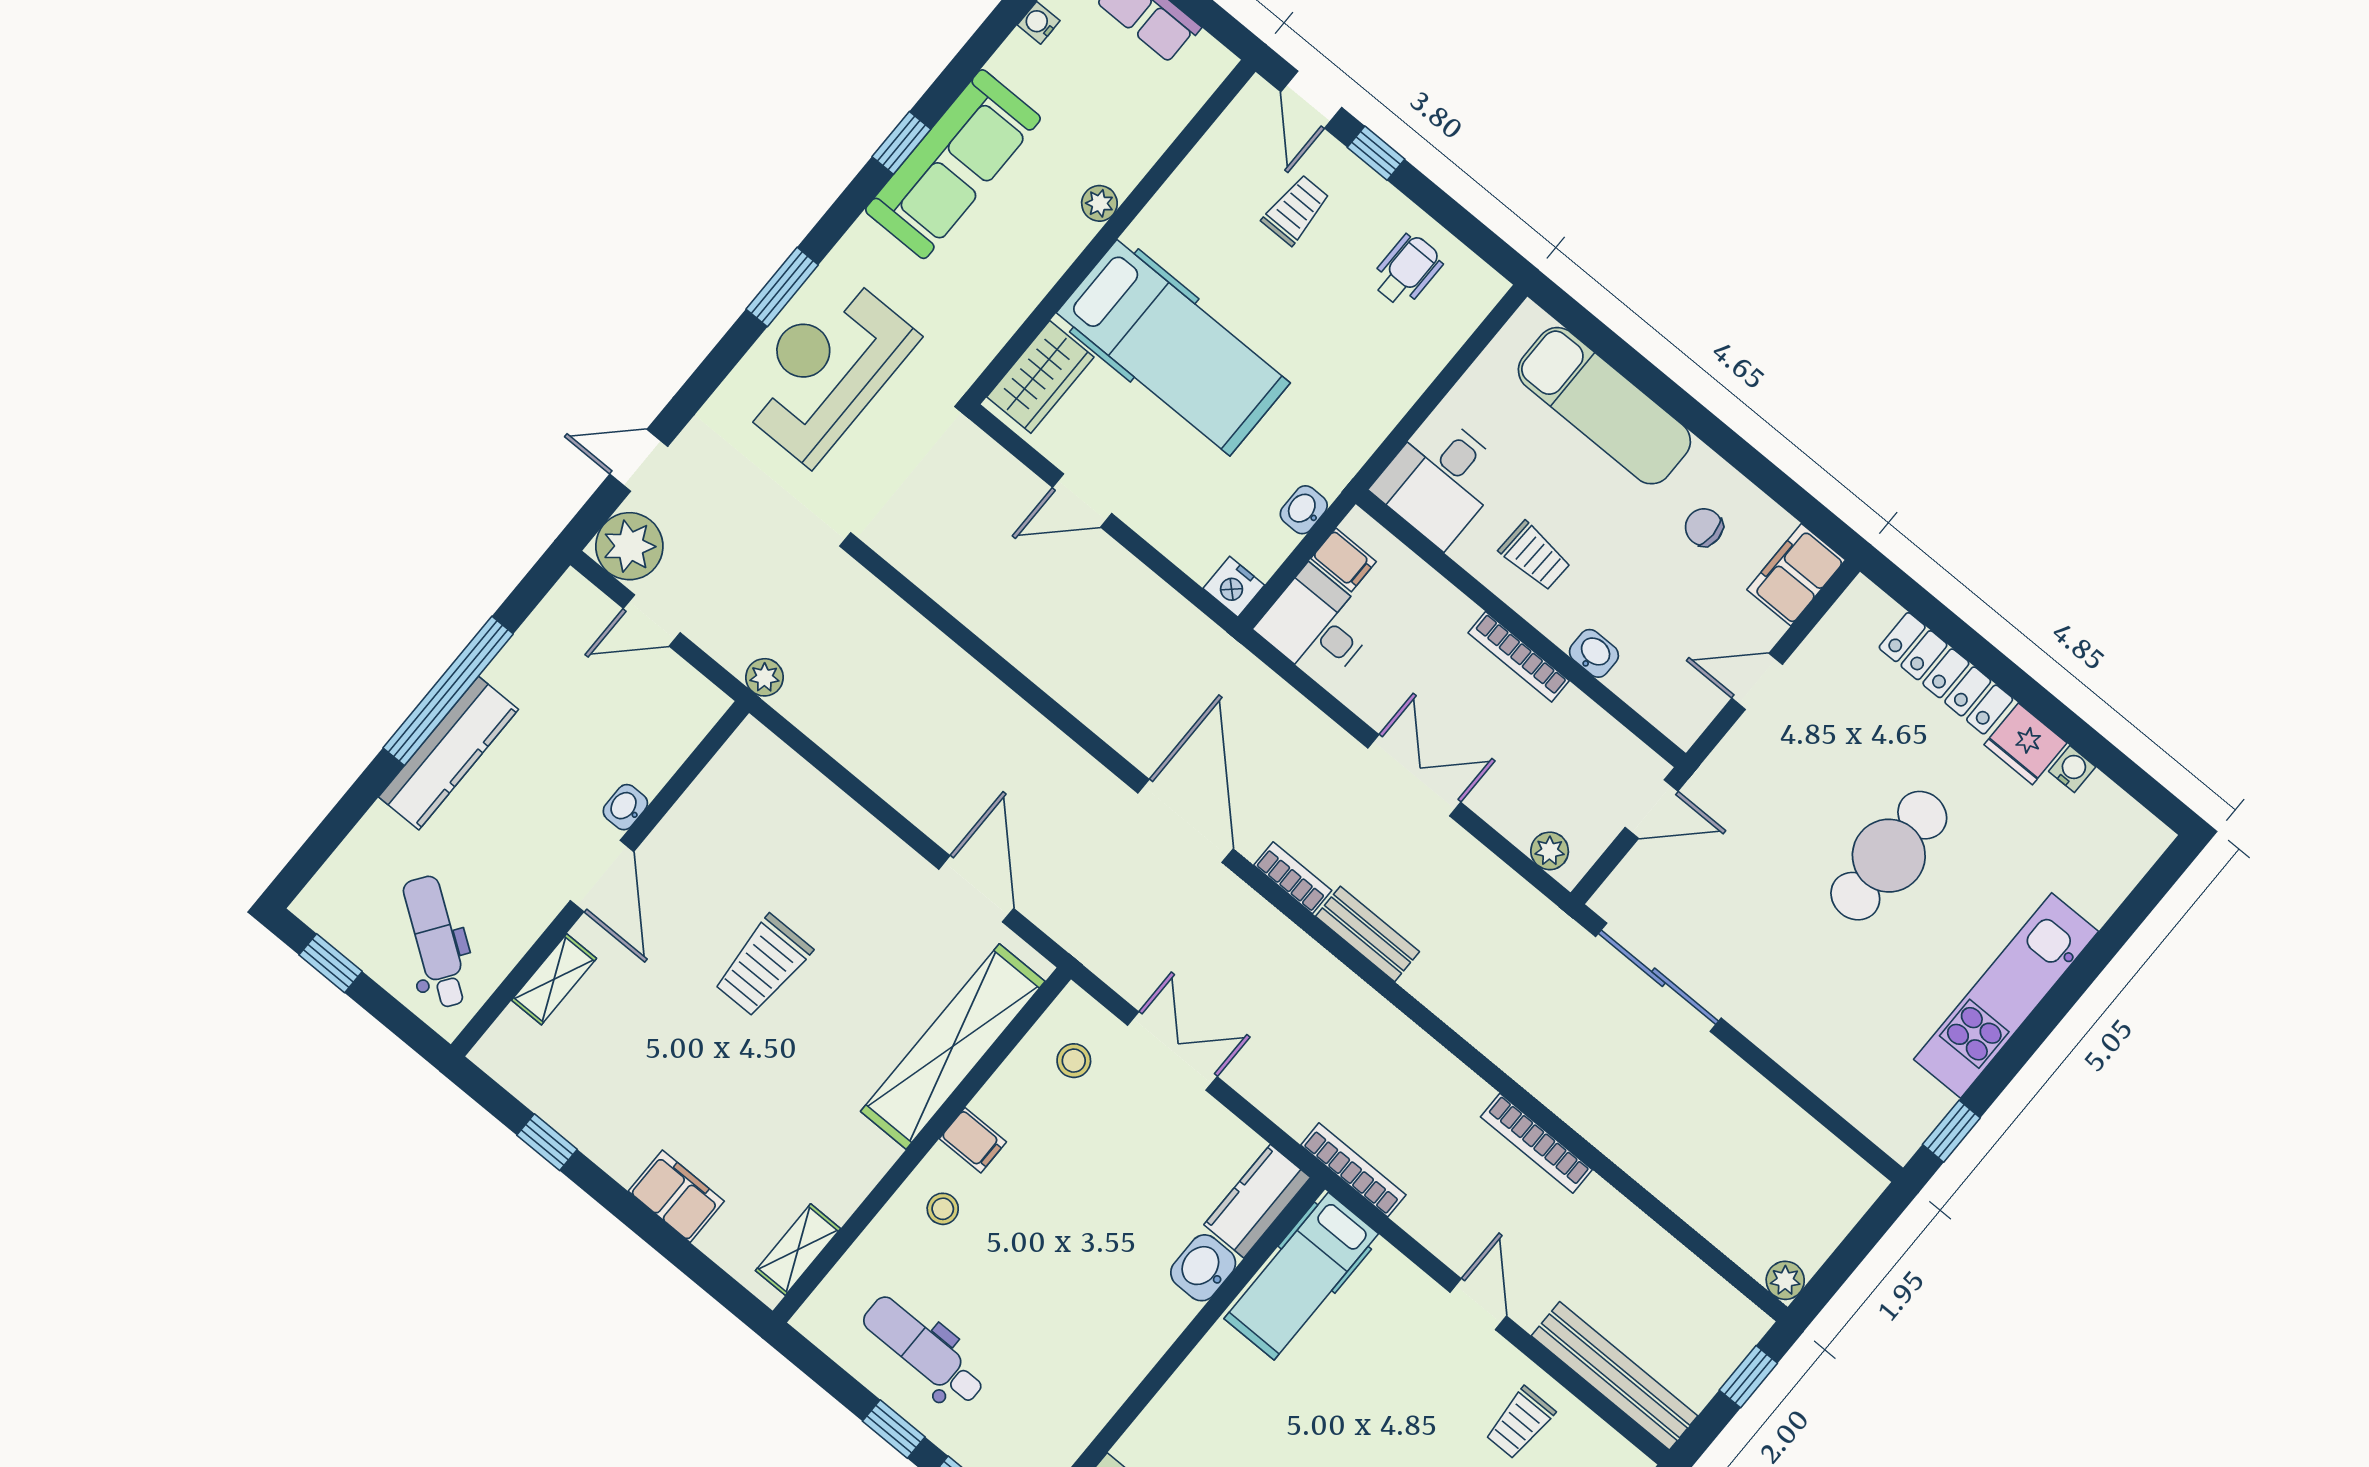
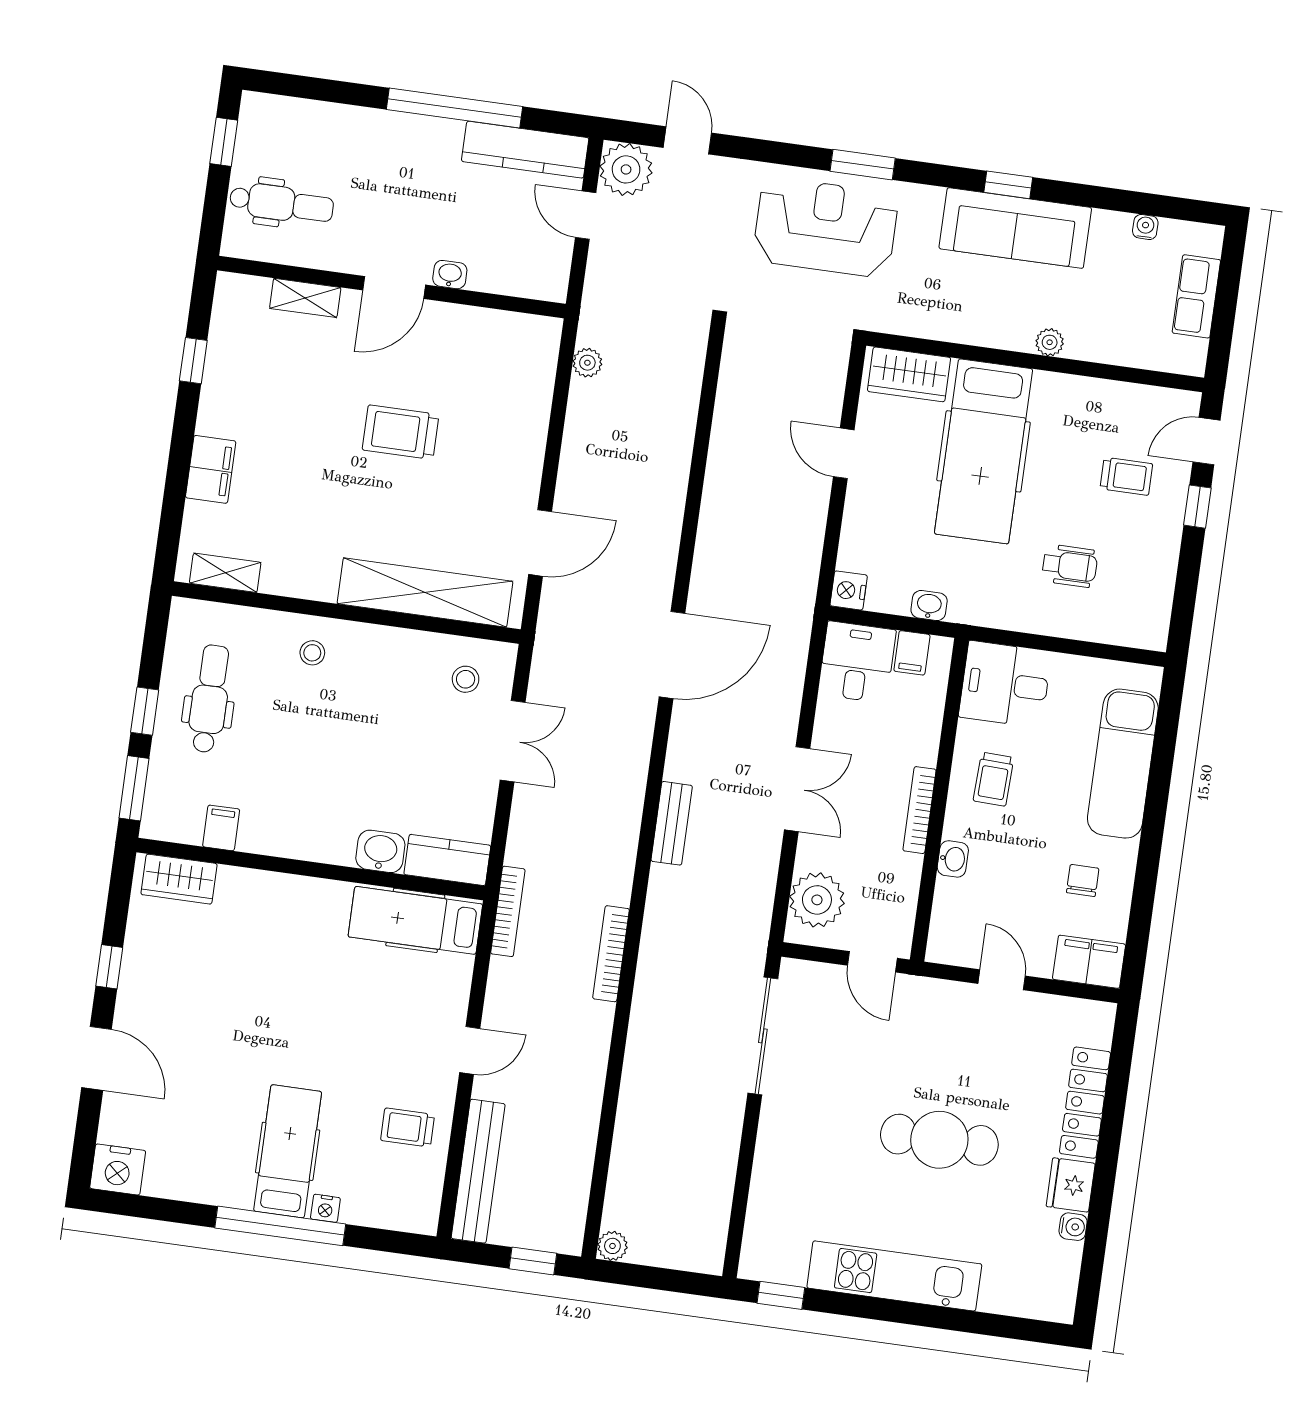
wheelchair: (1407, 270) -> (1070, 566), moved
plant: (764, 677) -> (587, 363), moved
kitchen counter: (449, 753) -> (525, 150), moved
plant: (1550, 851) -> (817, 900), width x1.88, depth x1.88
bookcase: (1293, 878) -> (678, 750), removed
dental chair: (436, 942) -> (281, 203), turned 55
filing cabinet: (973, 1140) -> (221, 828), moved, turned 180
bookcase: (1536, 1143) -> (611, 954), moved

